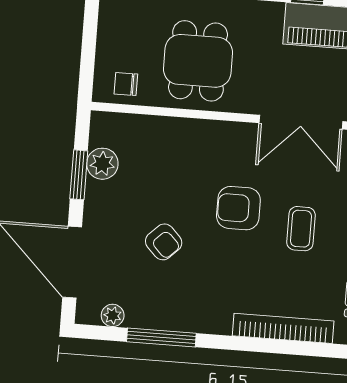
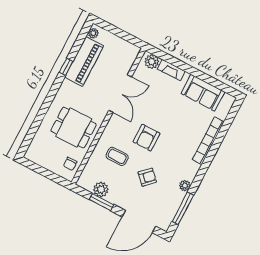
coffee table: (301, 229) -> (117, 156), moved
plant: (113, 315) -> (185, 186), moved
window: (161, 337) -> (183, 208), moved

